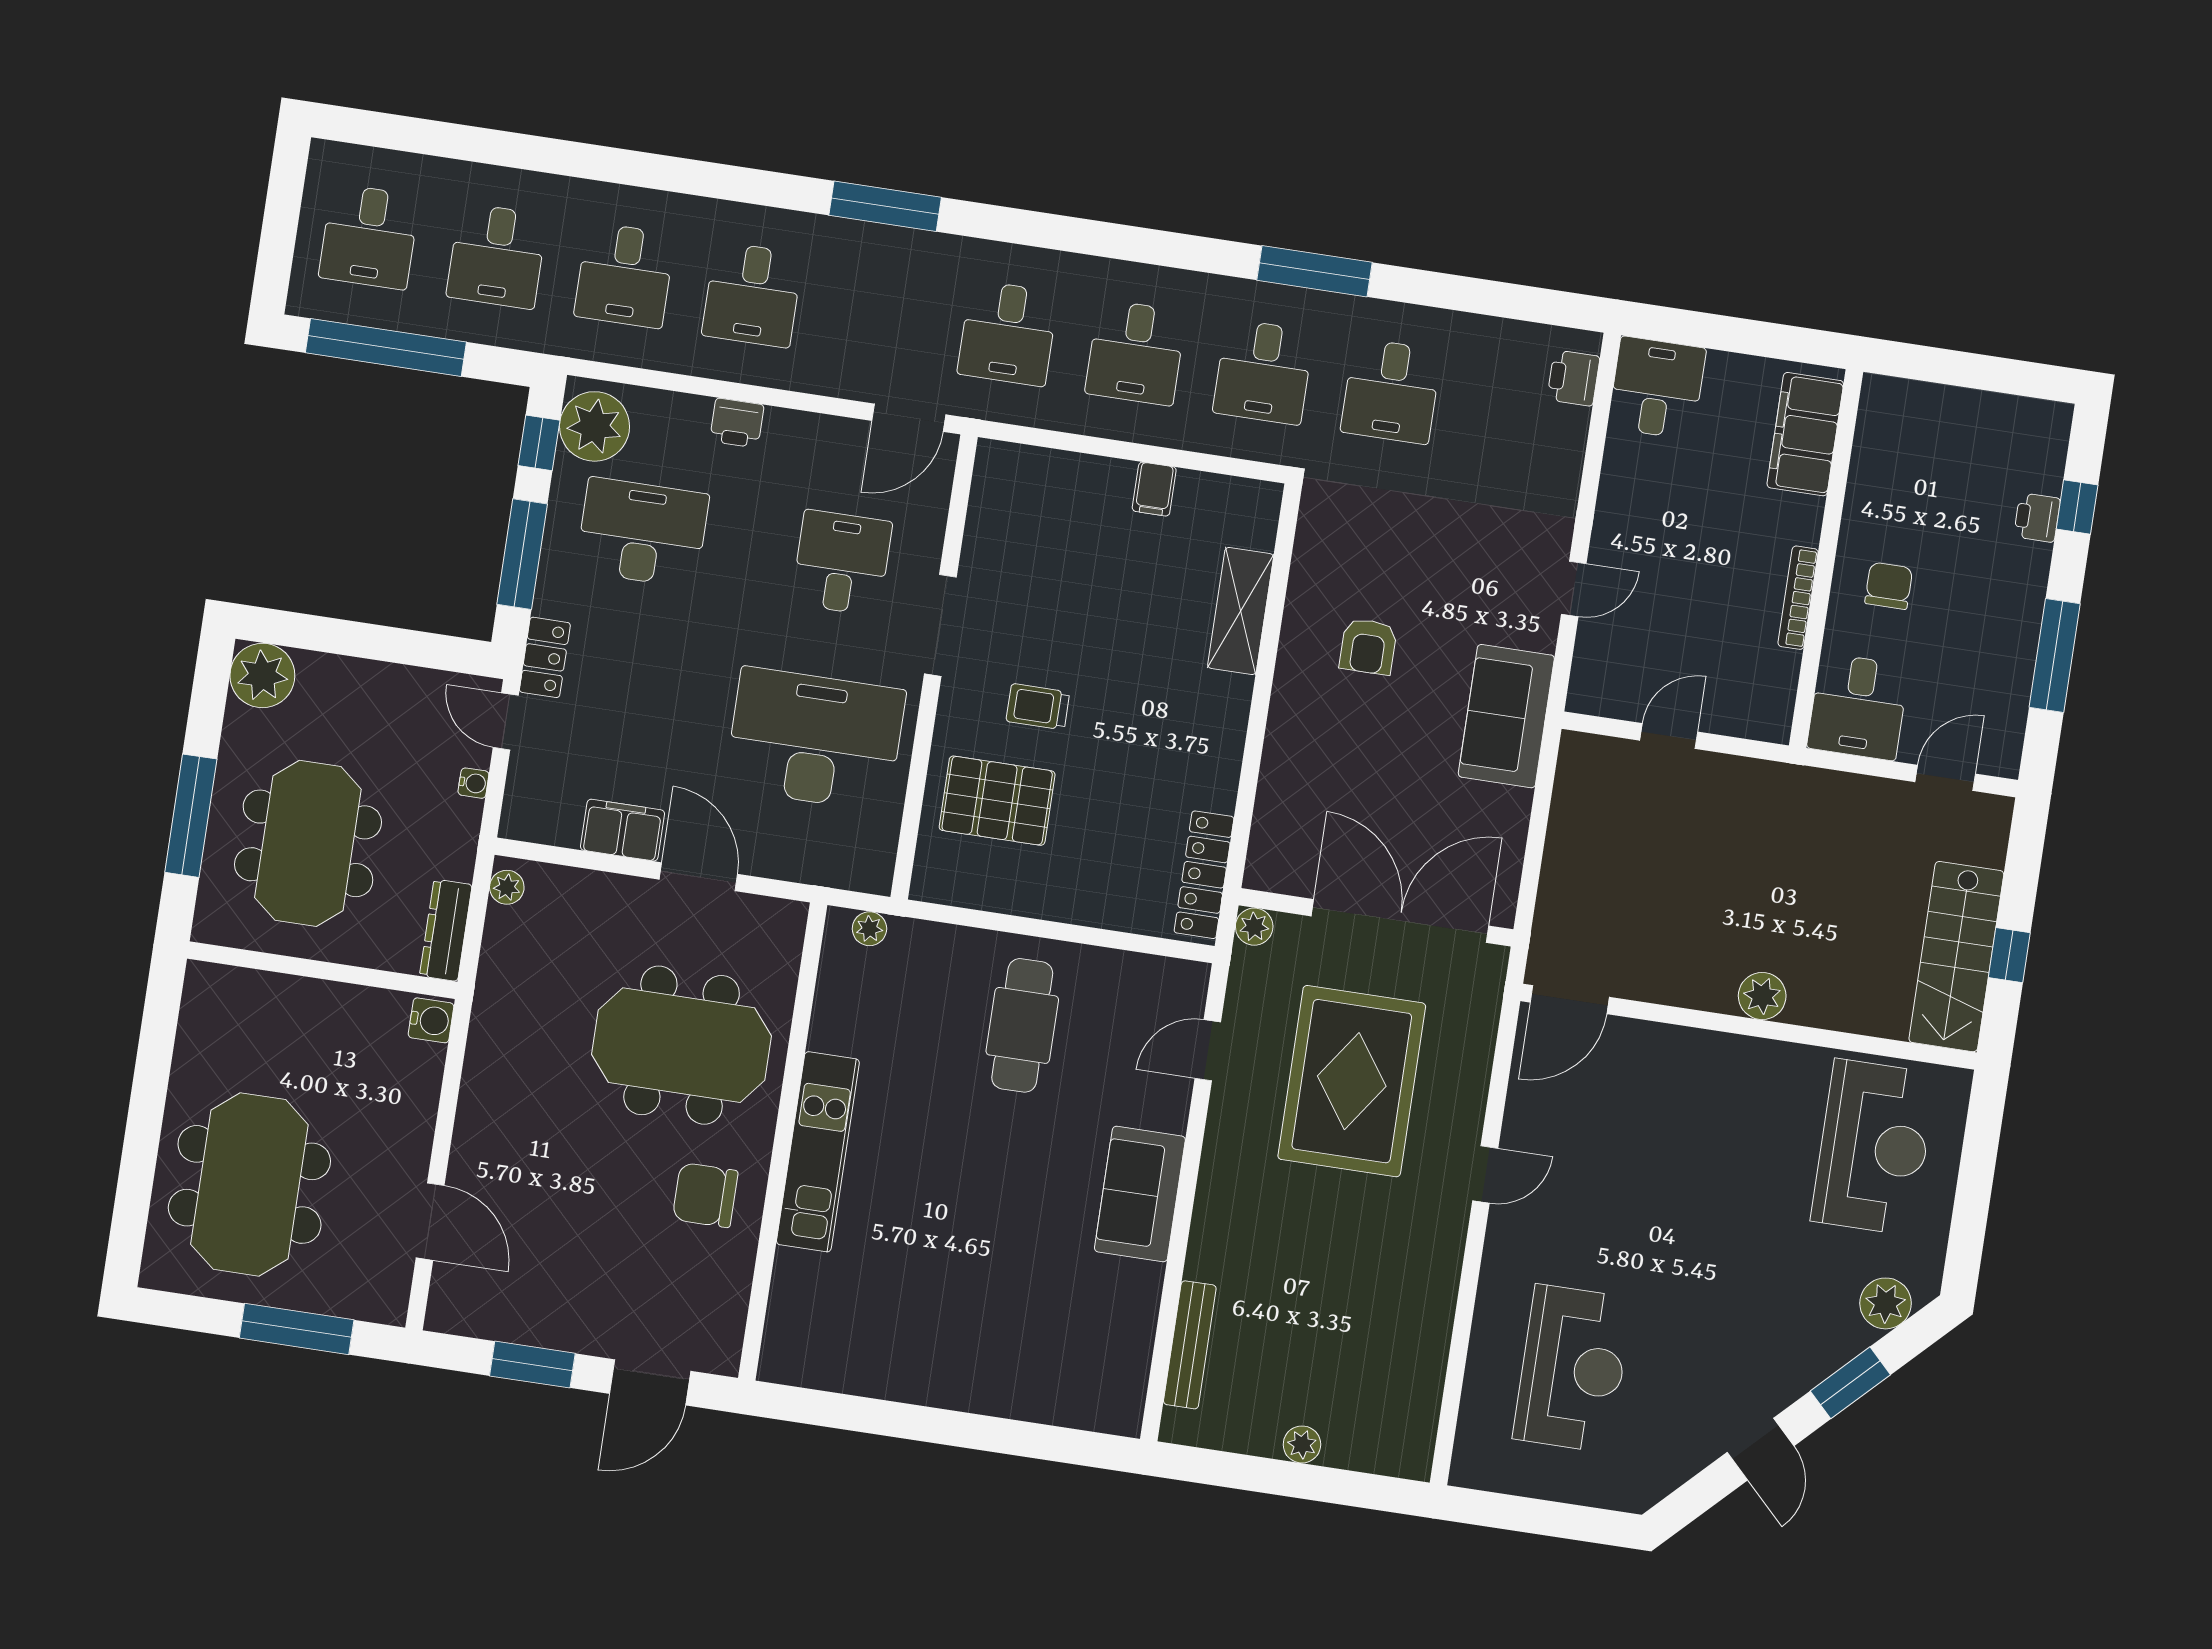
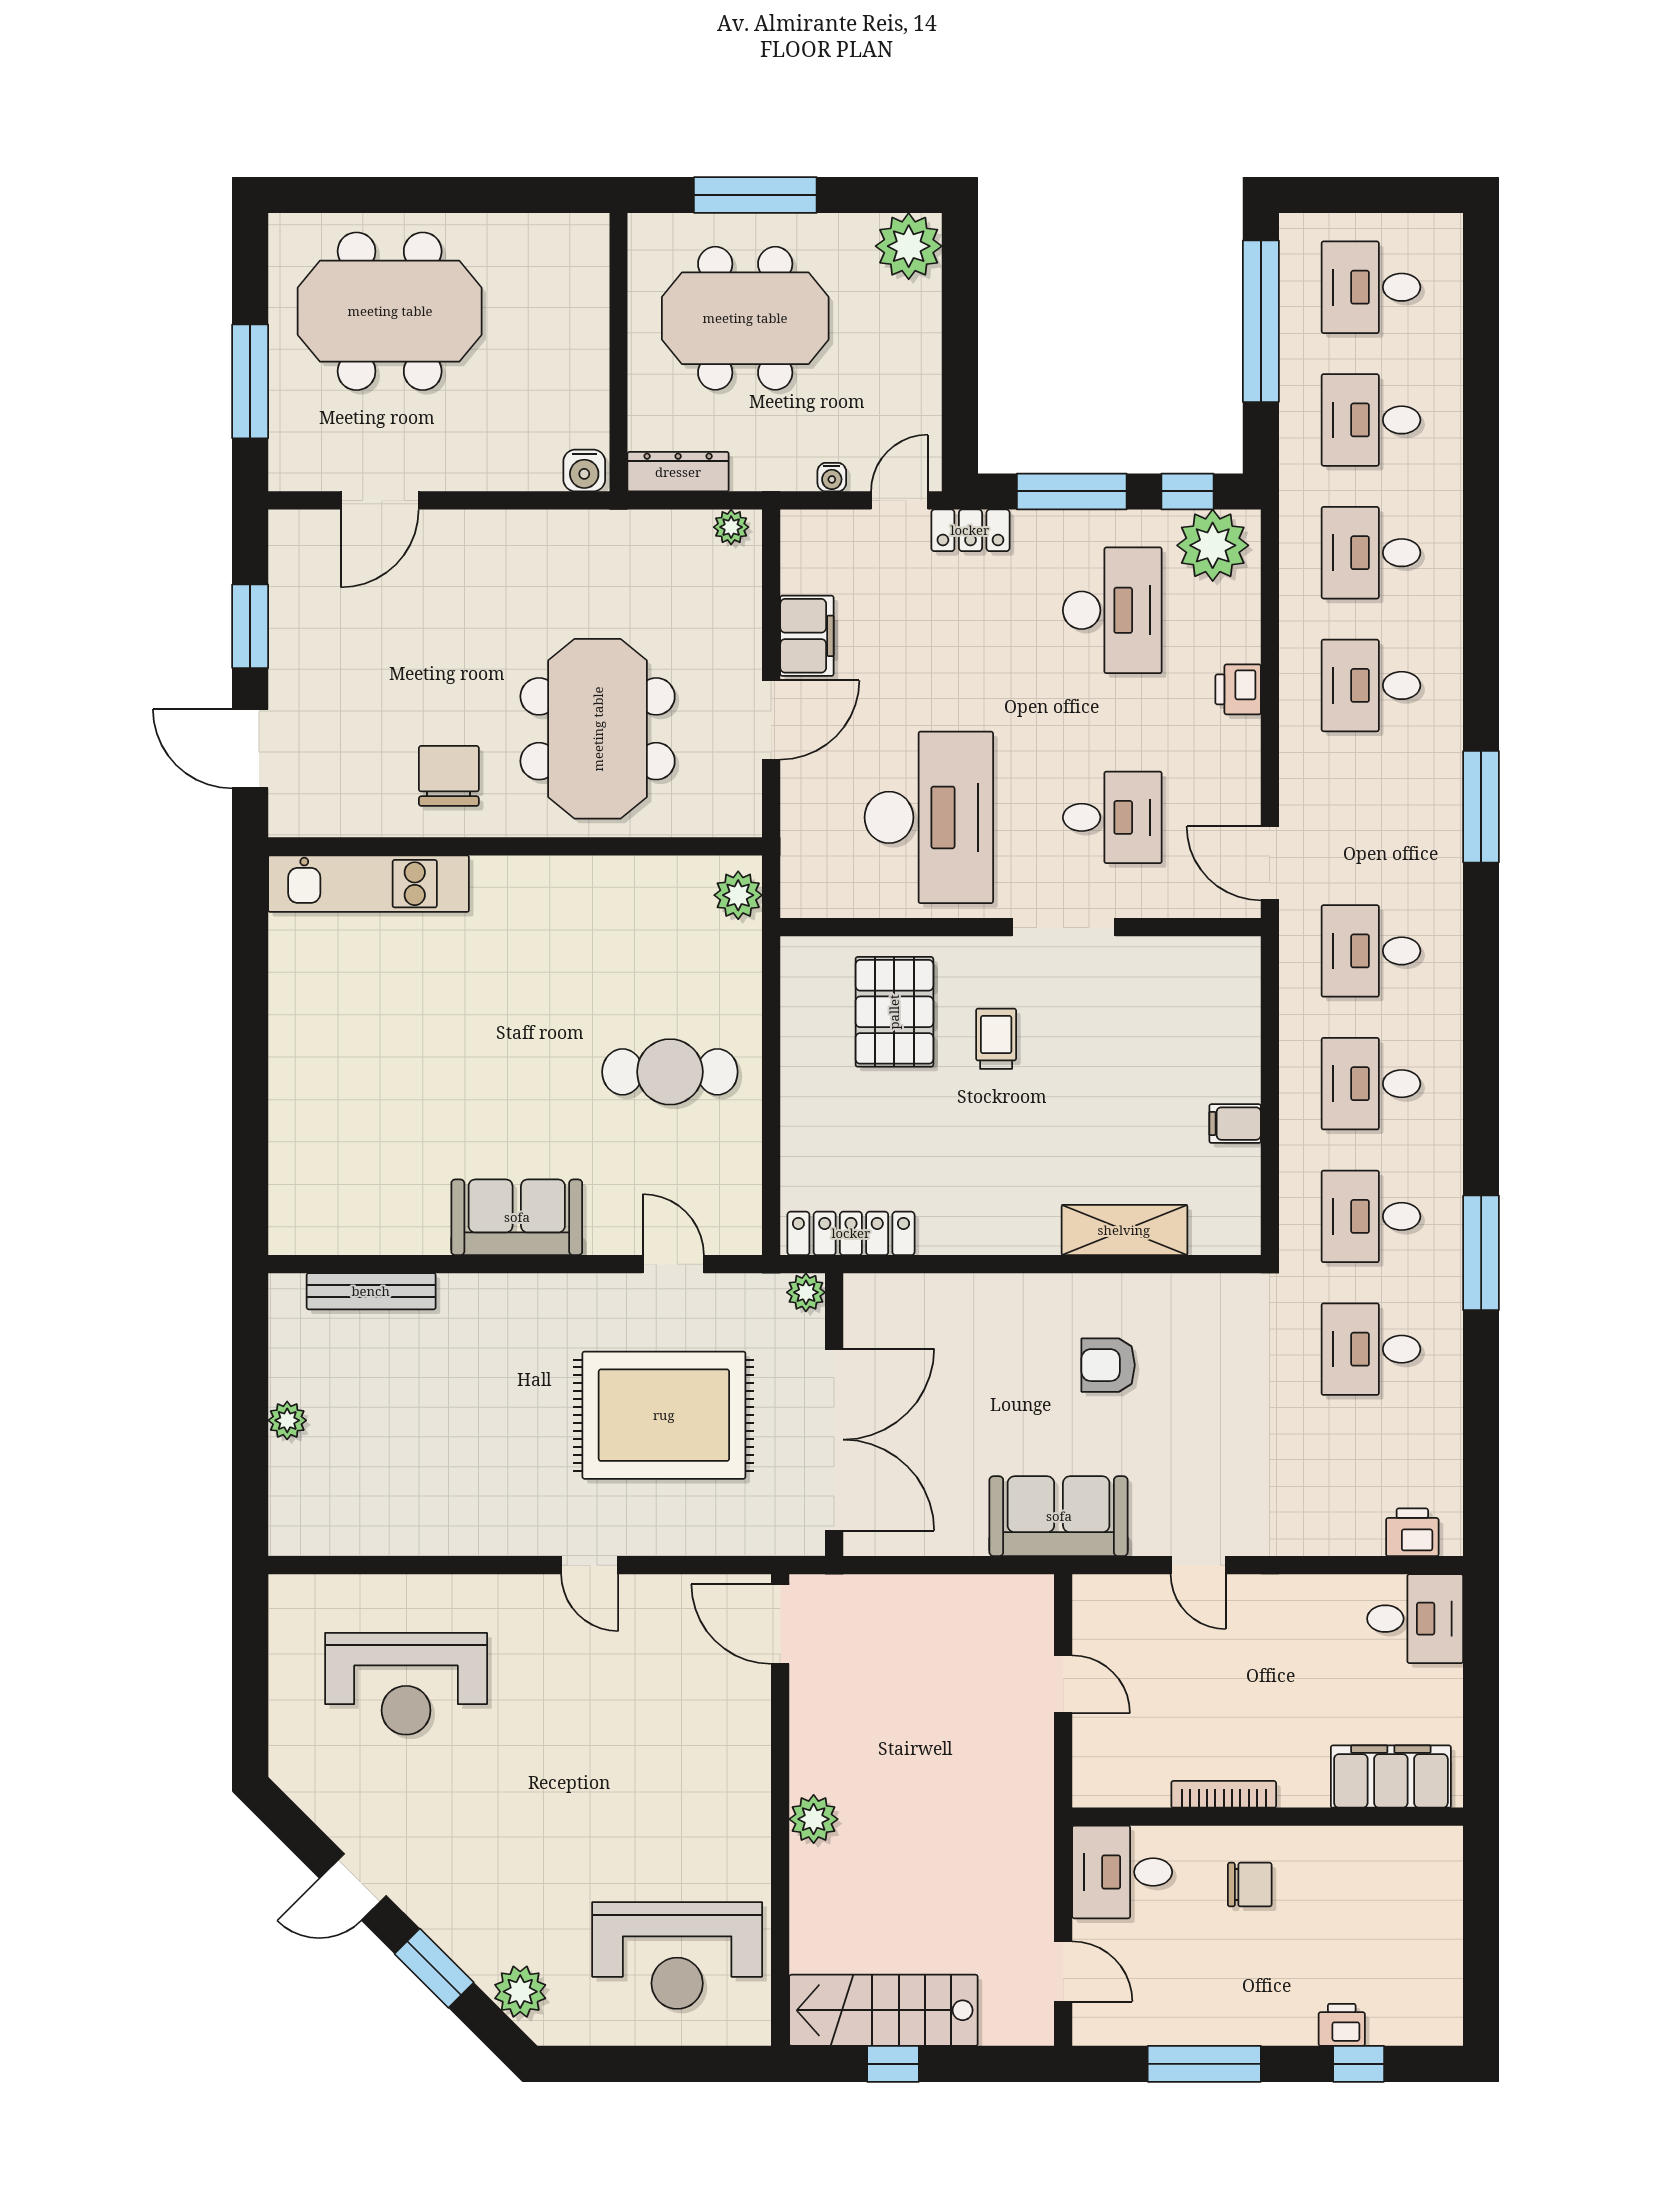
plant: (869, 929) -> (738, 895), width x1.38, depth x1.38
kitchen unit: (818, 1152) -> (369, 884), moved

